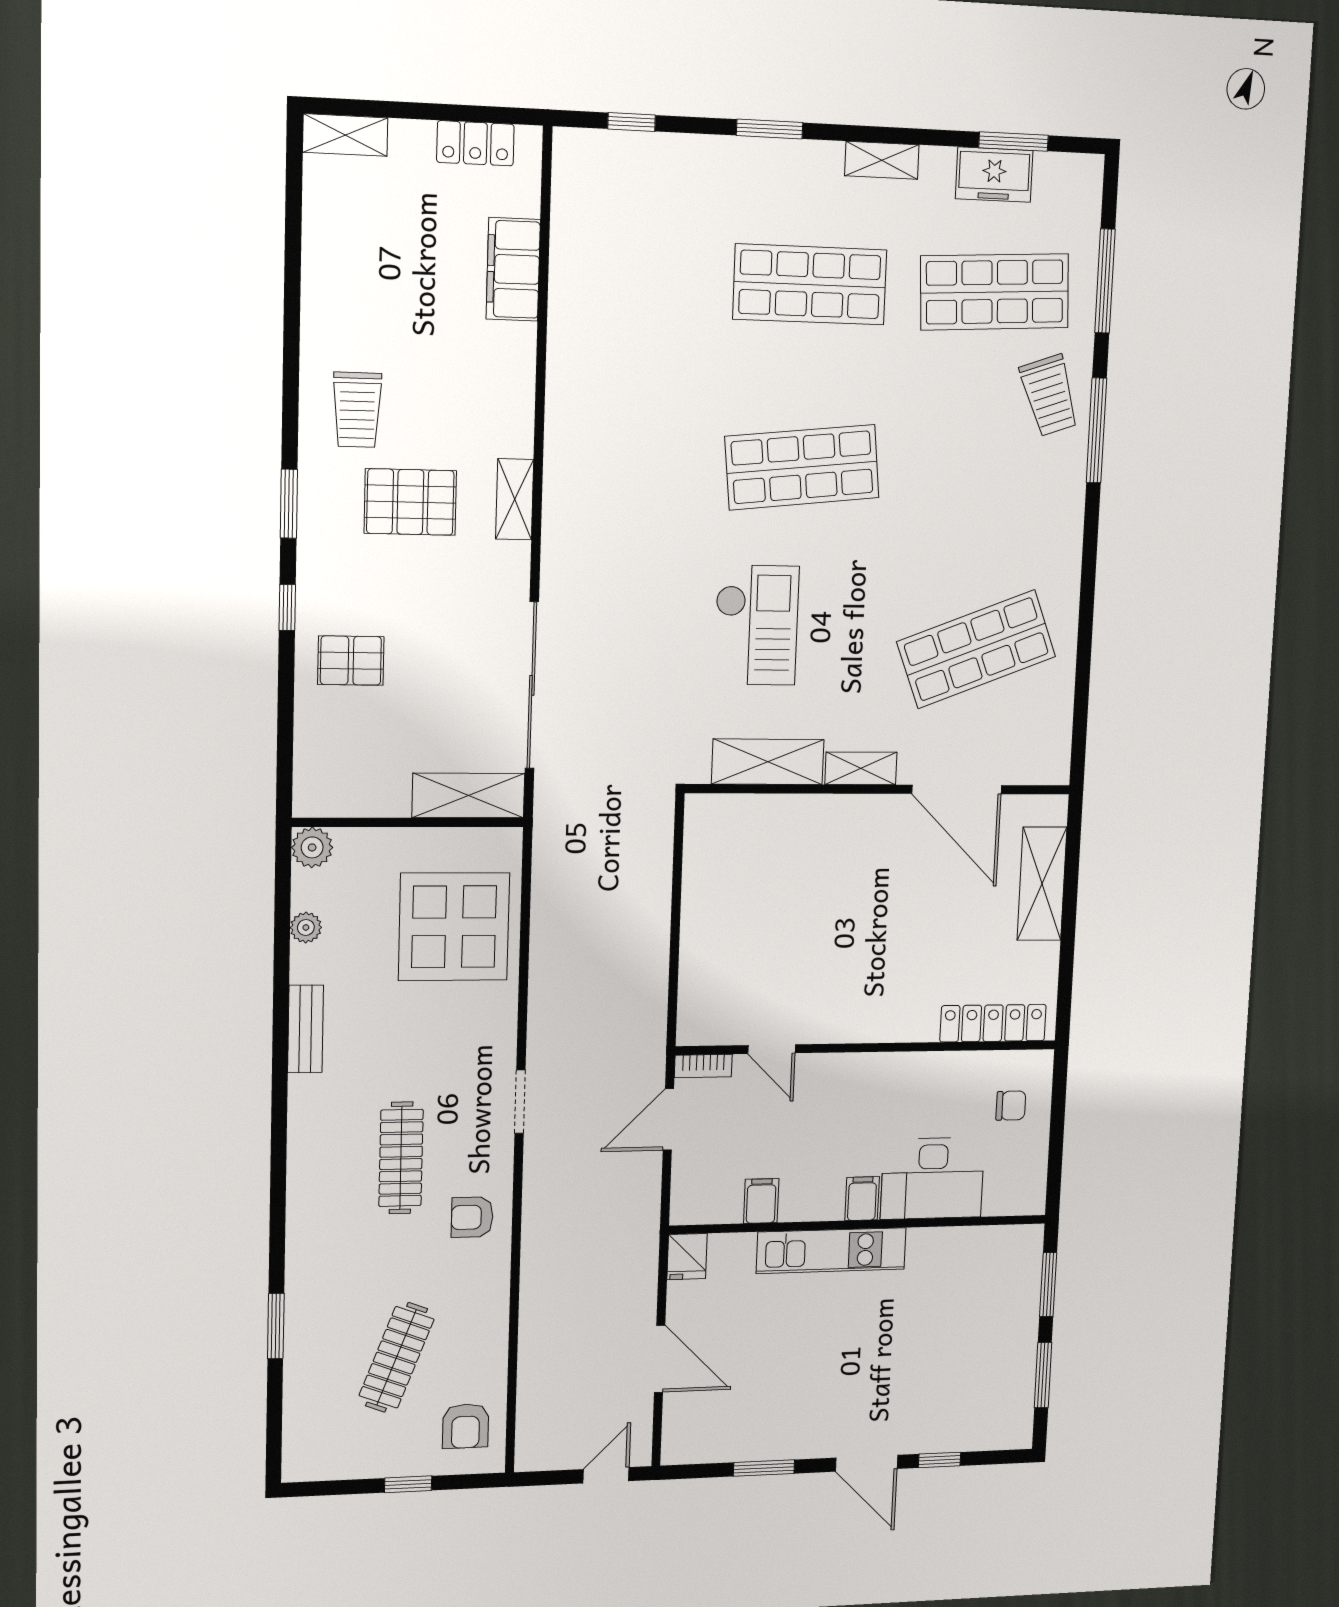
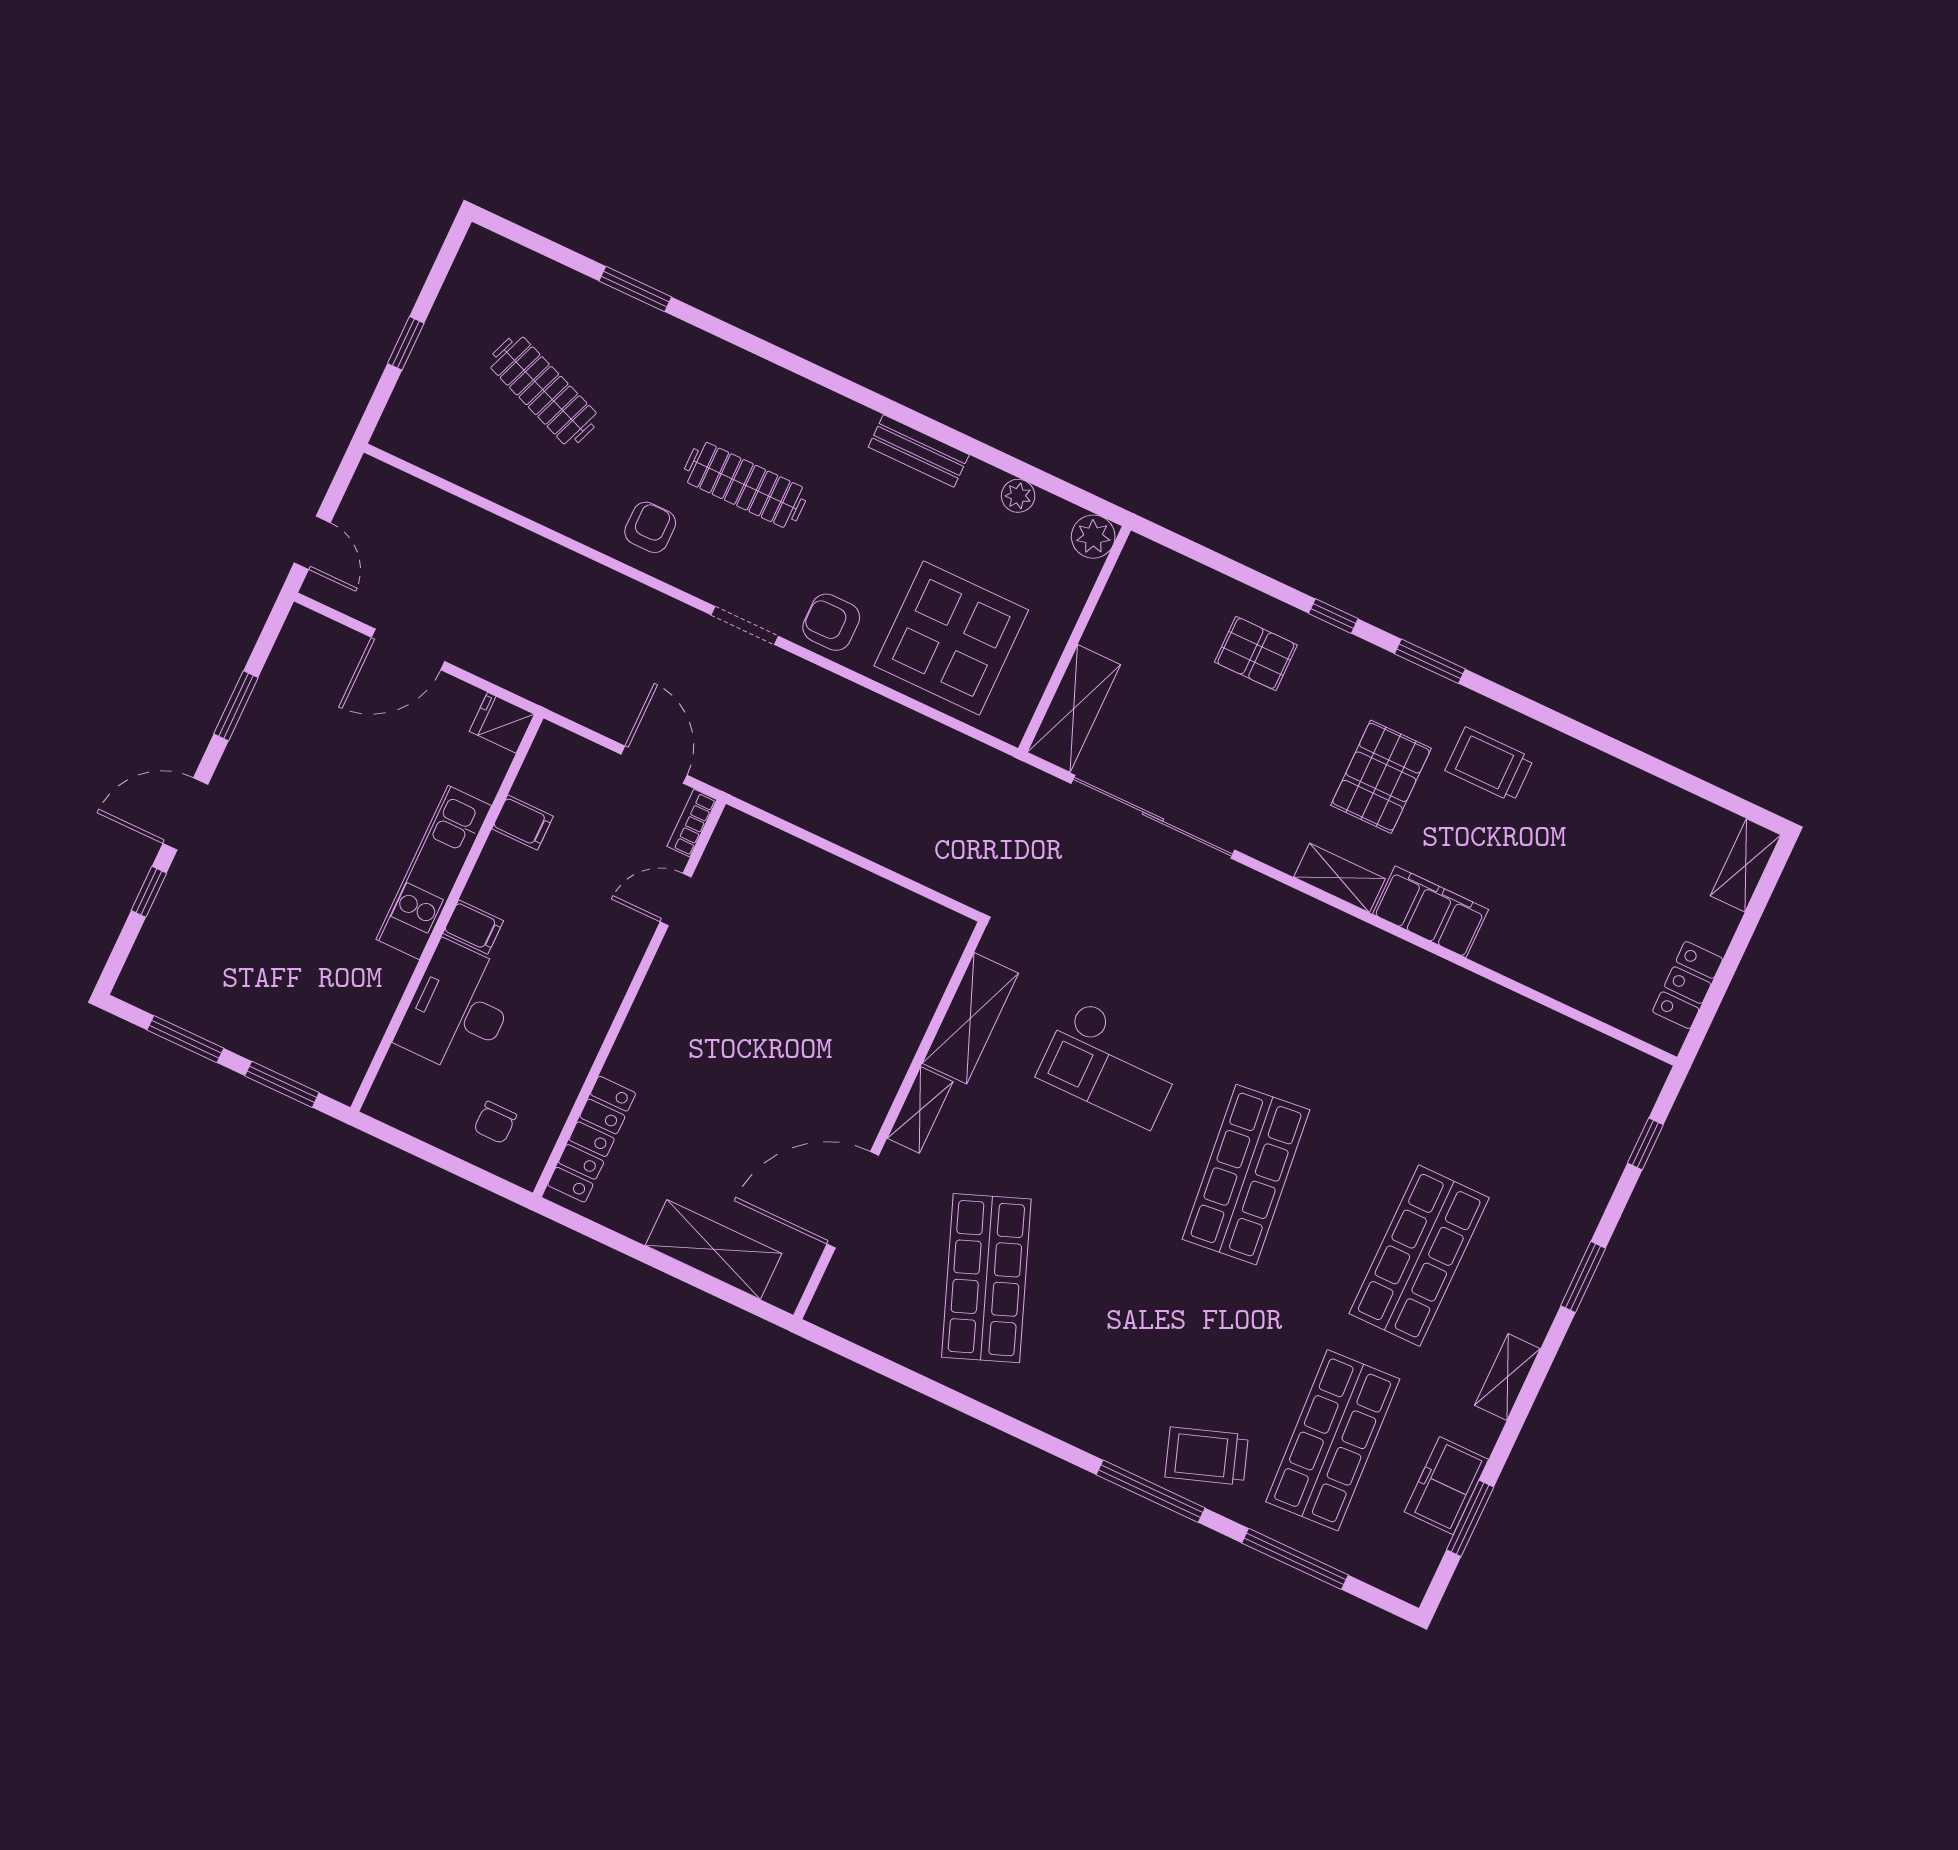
filing cabinet: (513, 269) -> (1431, 912), moved
pallet: (351, 661) -> (1256, 653), turned 90
armchair: (466, 1426) -> (831, 622), moved

